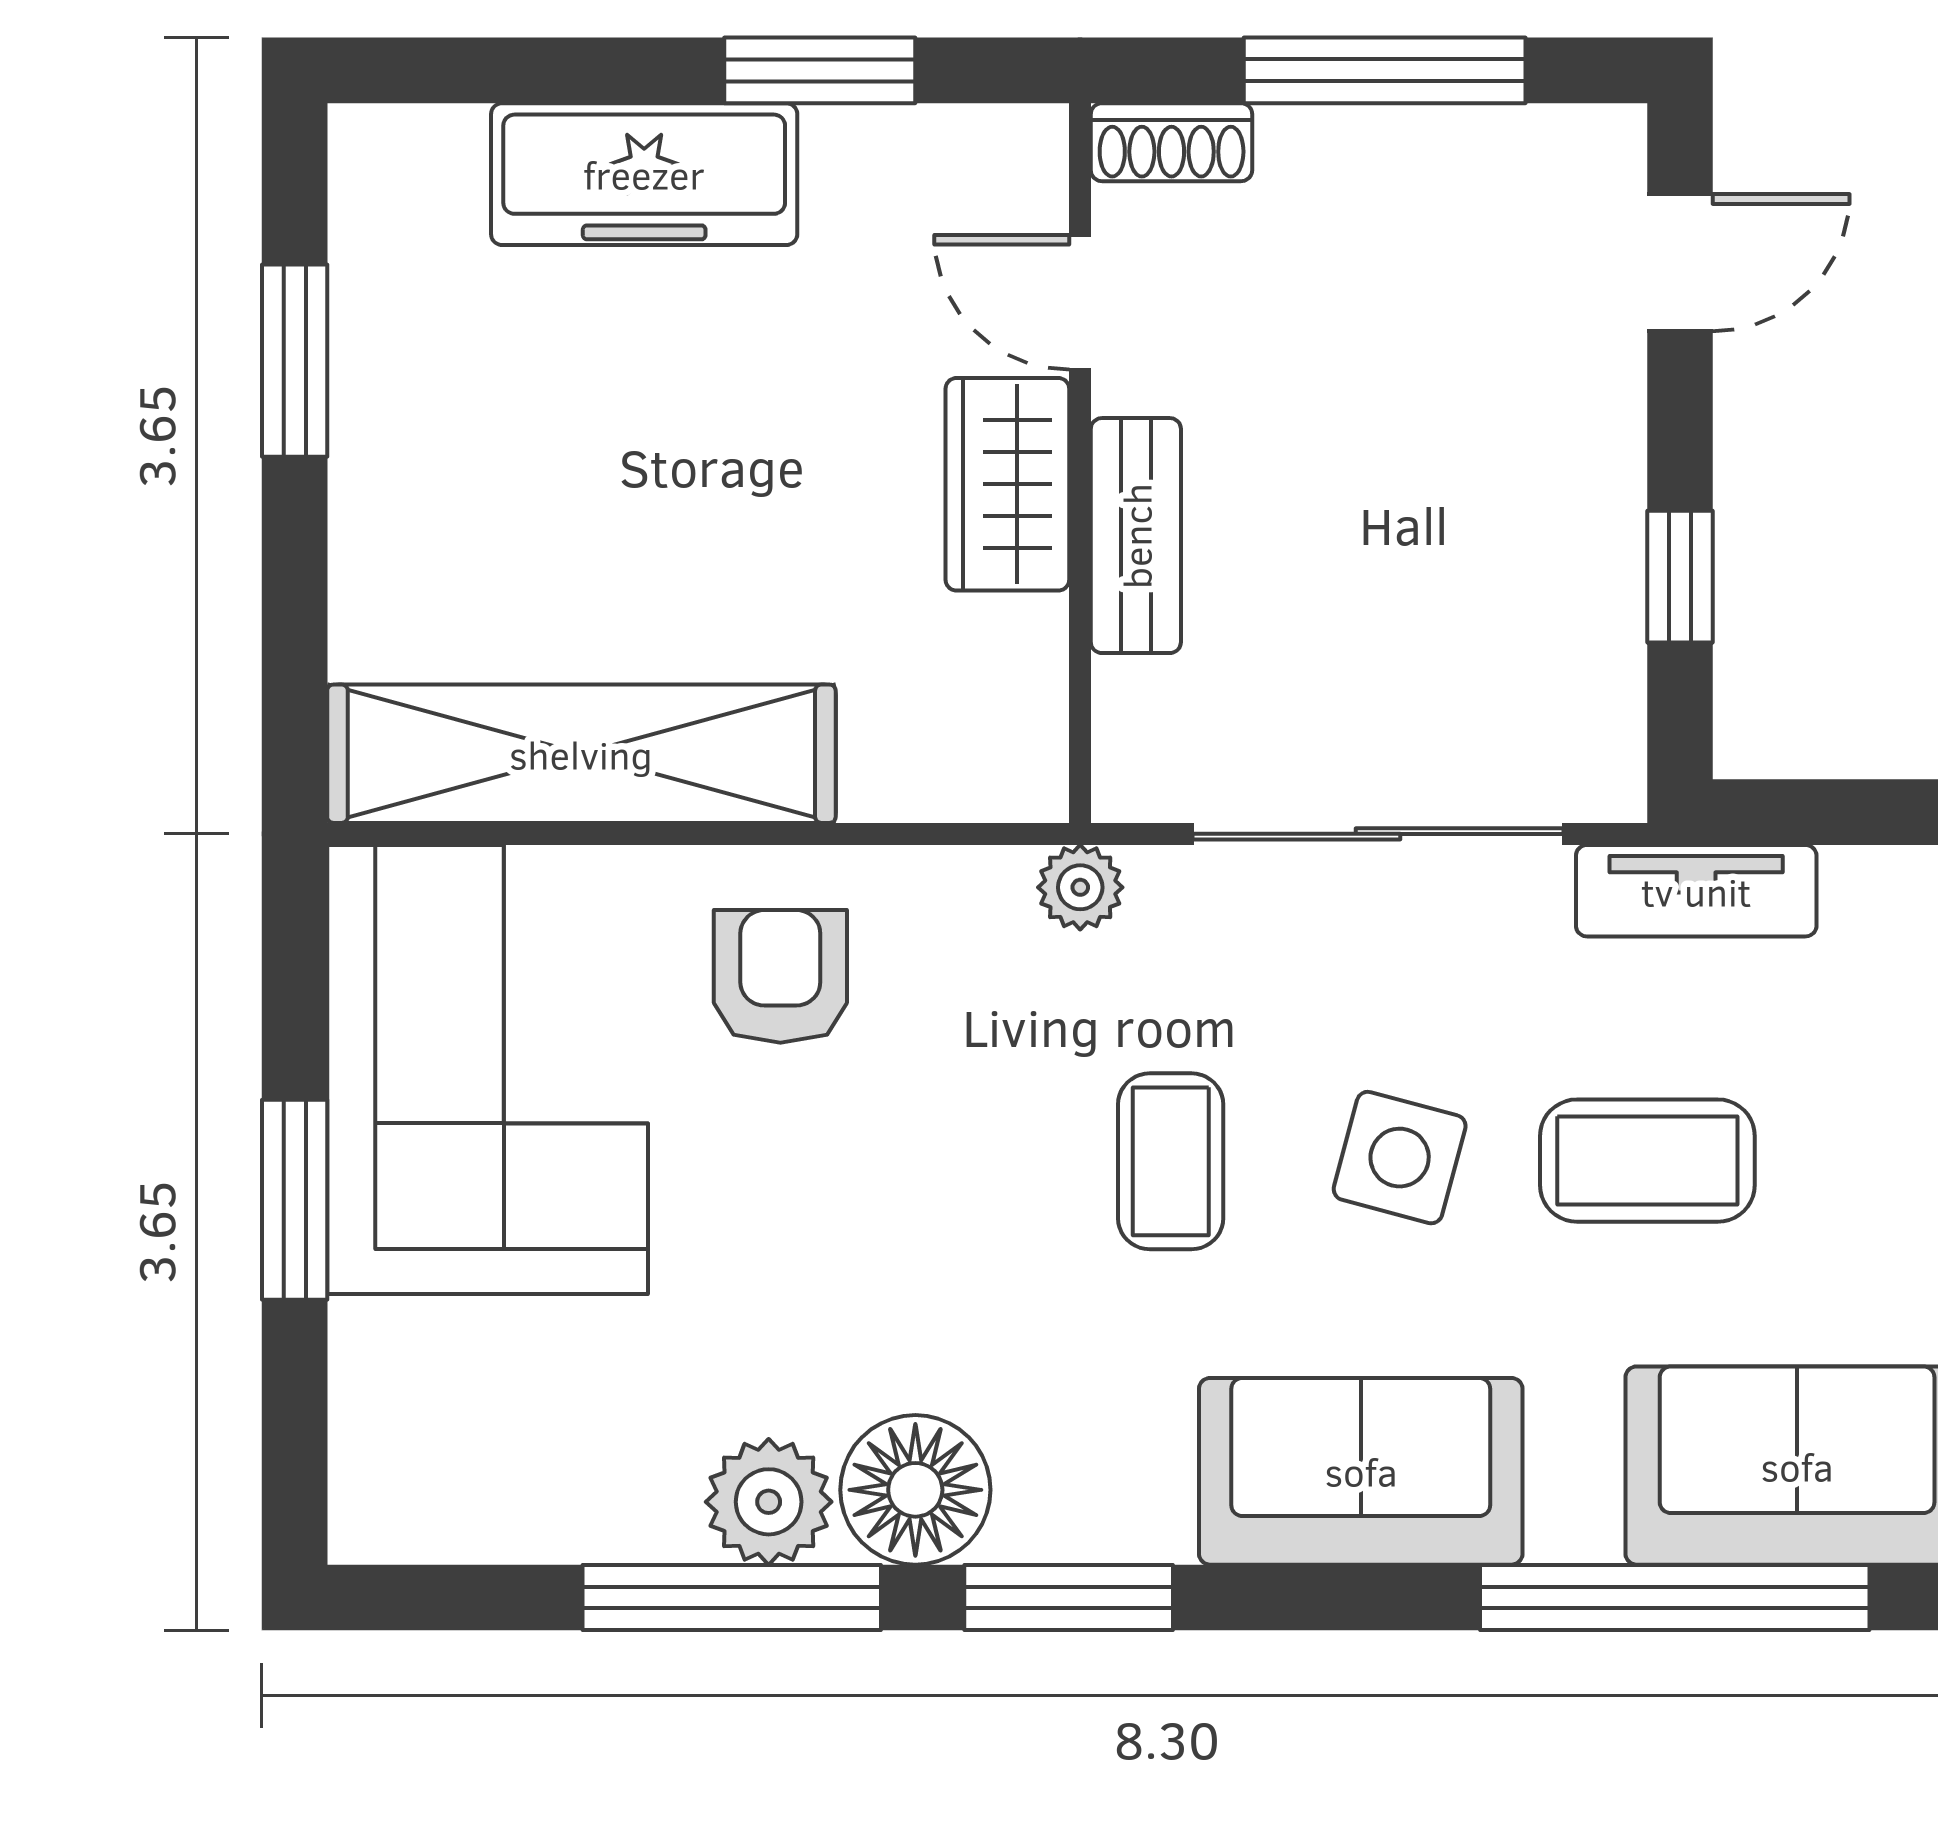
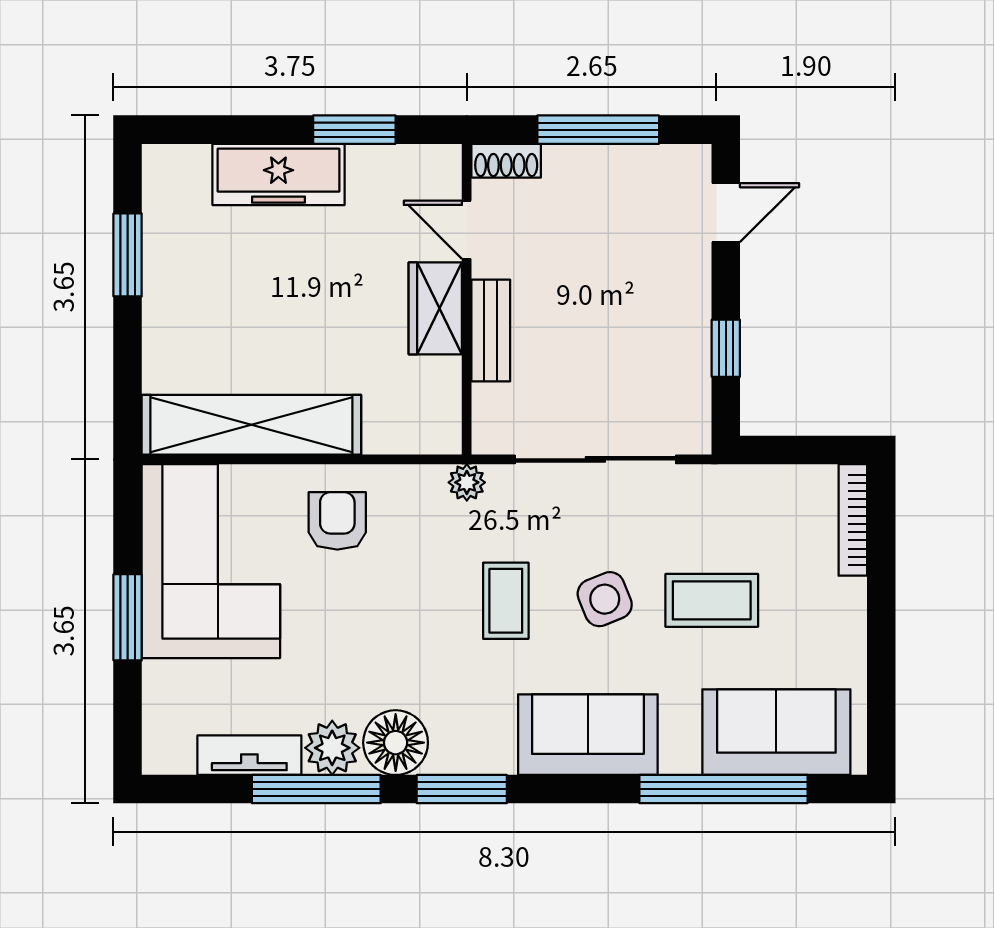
tv unit: (1696, 891) -> (249, 755), moved, turned 180
side table: (1400, 1158) -> (605, 599), turned -37

